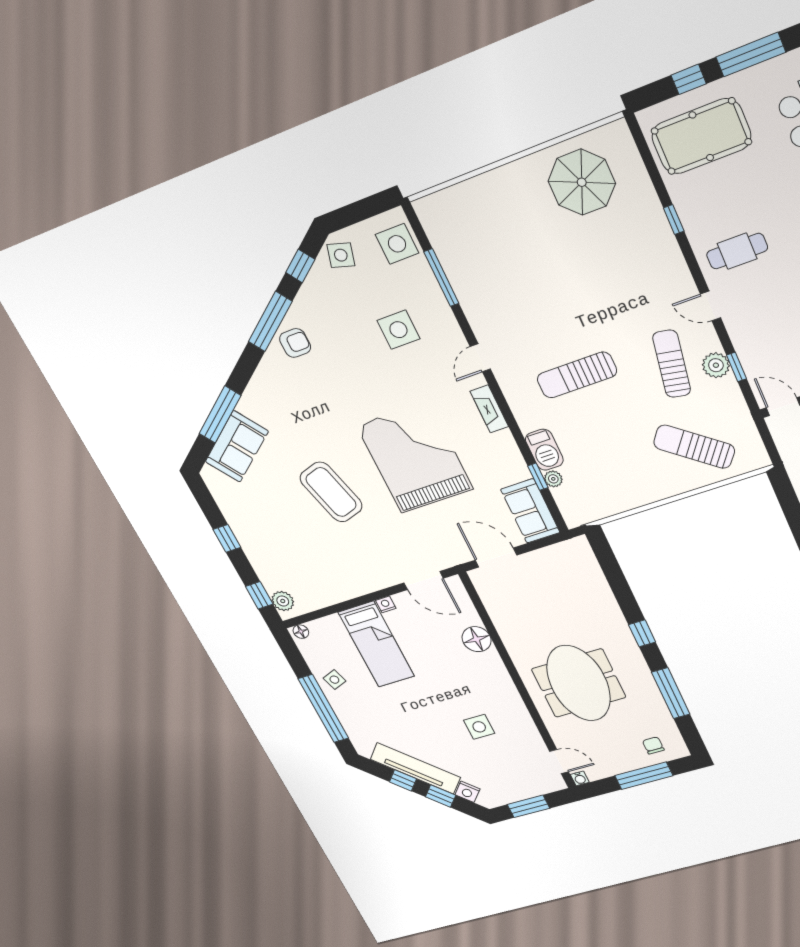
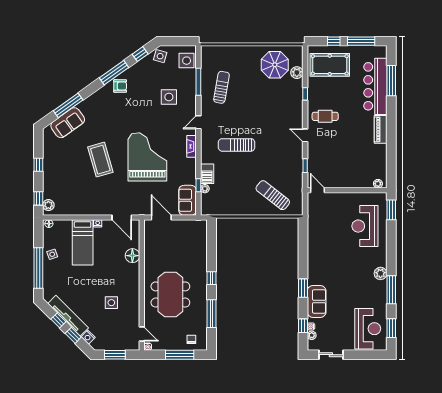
sun lounger: (672, 364) -> (221, 87), moved
plant: (716, 365) -> (297, 73), moved

